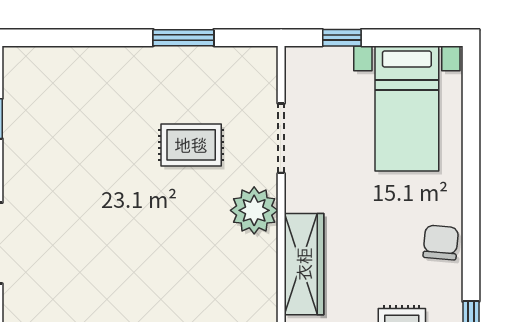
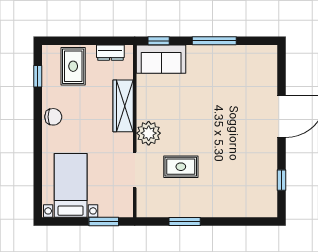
window: (342, 38) -> (104, 221), width x1.50
chair: (441, 243) -> (53, 117), turned -95

